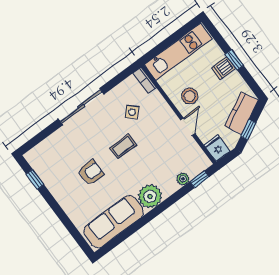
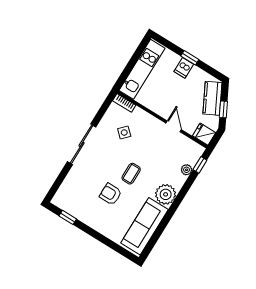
stool: (190, 96) -> (165, 101), removed
coffee table: (123, 146) -> (131, 174), moved
armchair: (91, 173) -> (111, 194), turned -90

